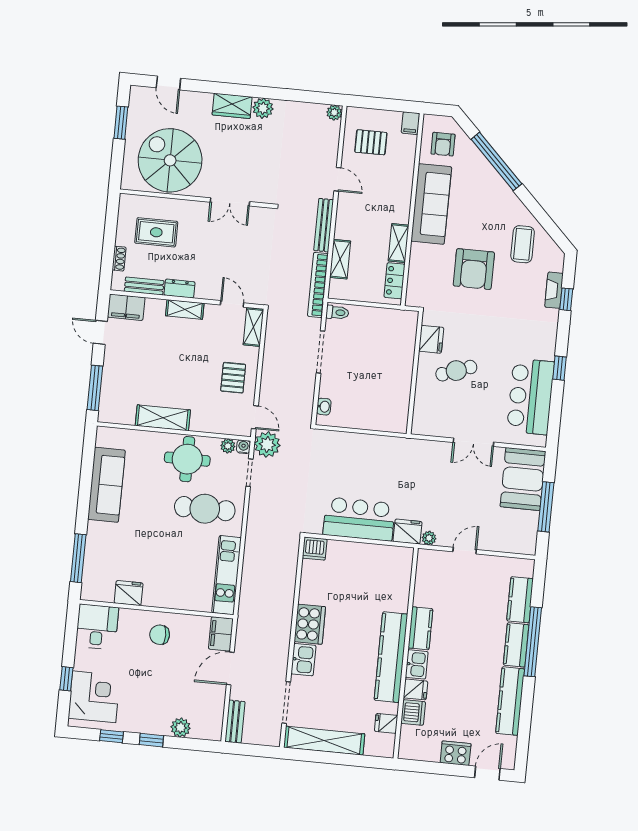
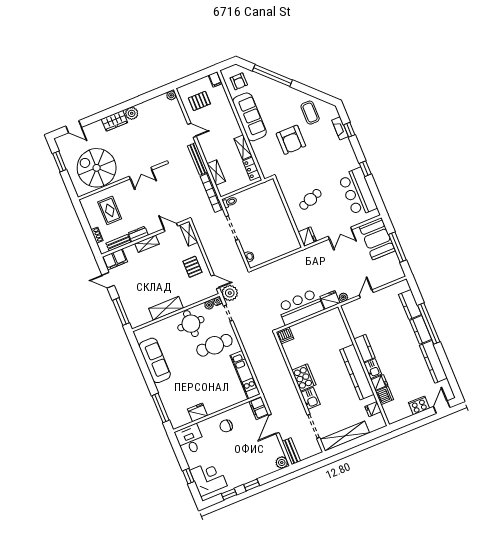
rug: (156, 232) -> (110, 210), turned 90
fridge: (431, 339) -> (307, 237), moved
plant: (181, 728) -> (282, 463), moved

